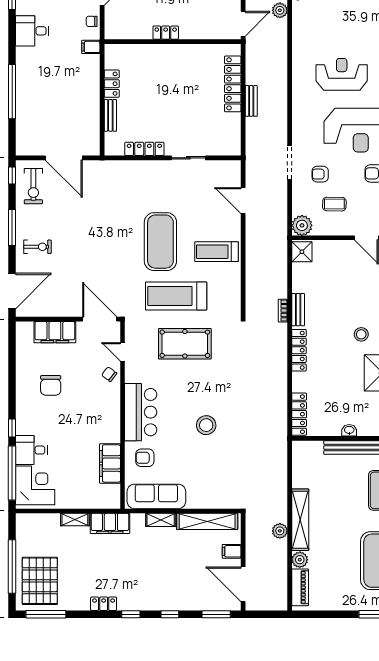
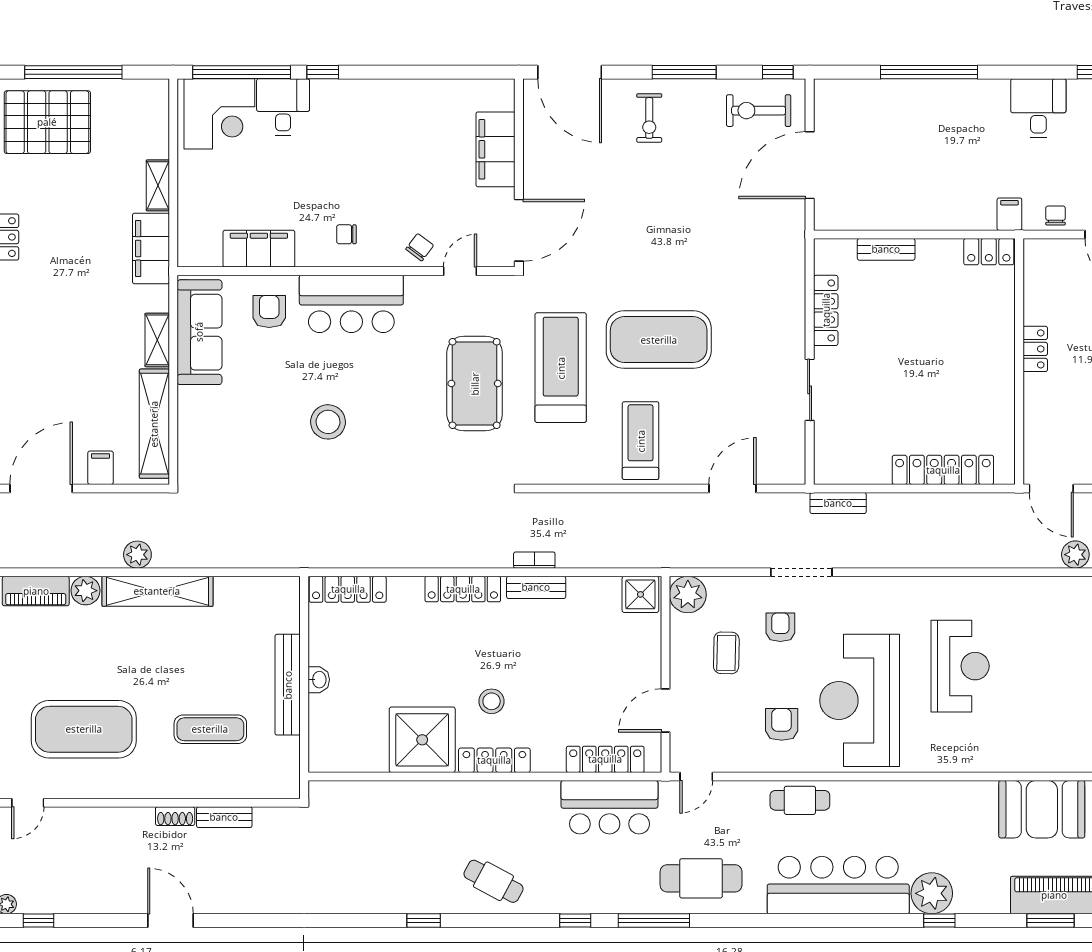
locker: (112, 84) -> (989, 252), moved
bench: (251, 101) -> (838, 503), moved
chair: (51, 385) -> (346, 234), moved, width x0.54, depth x0.54

